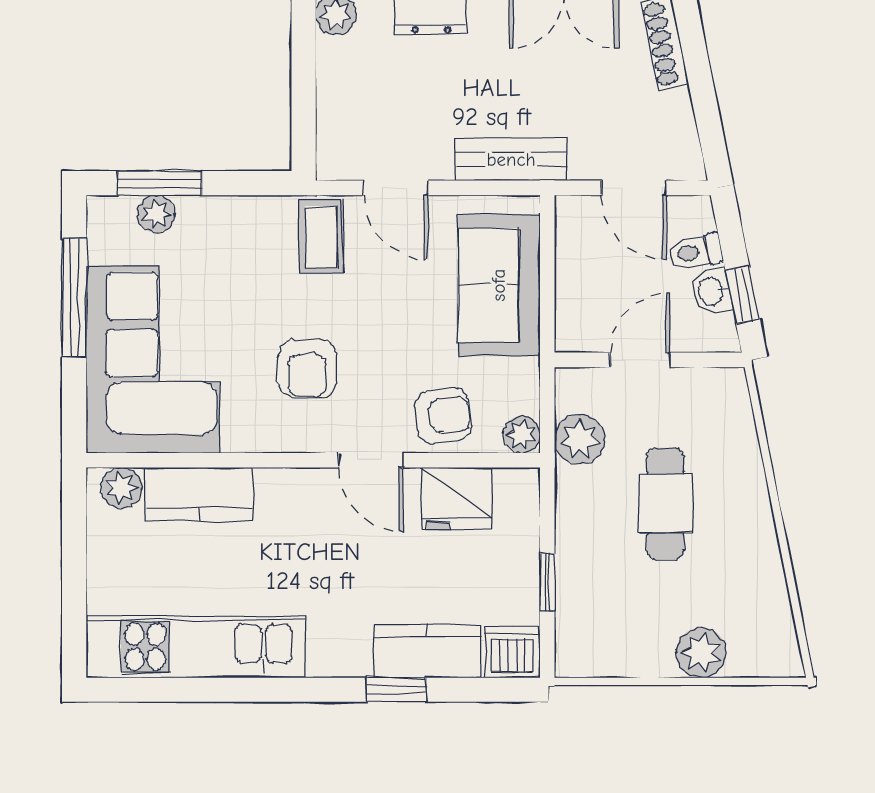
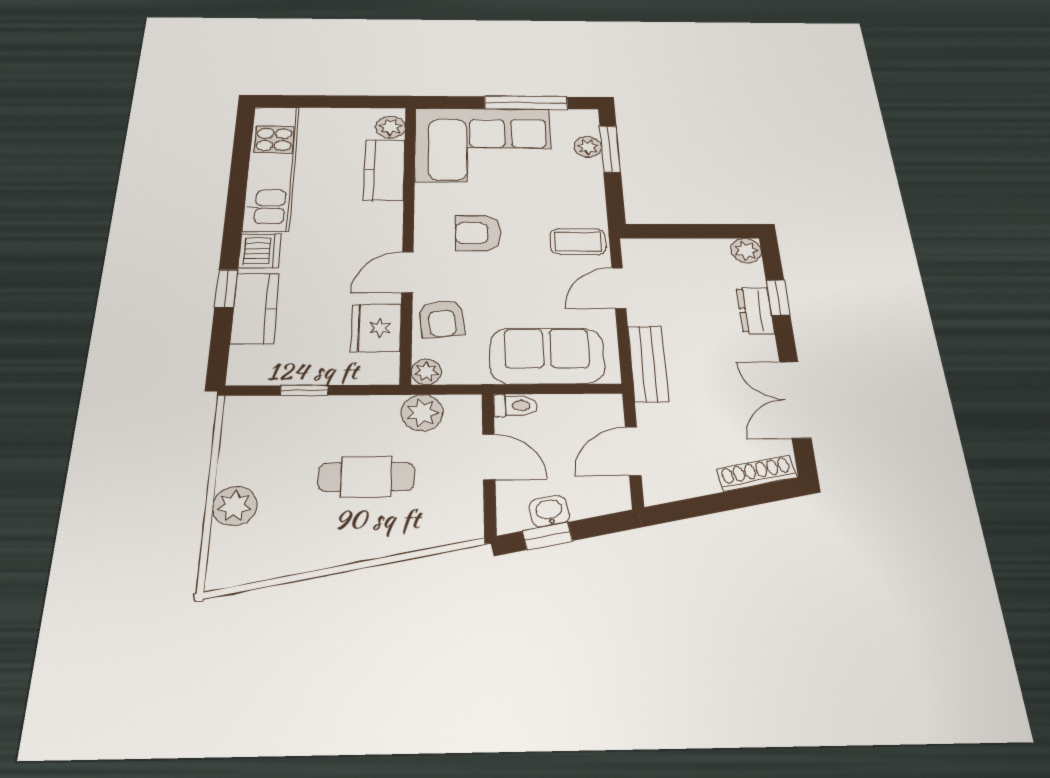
toilet: (695, 252) -> (515, 406), moved, turned 101
dishwasher: (512, 652) -> (260, 251), moved

